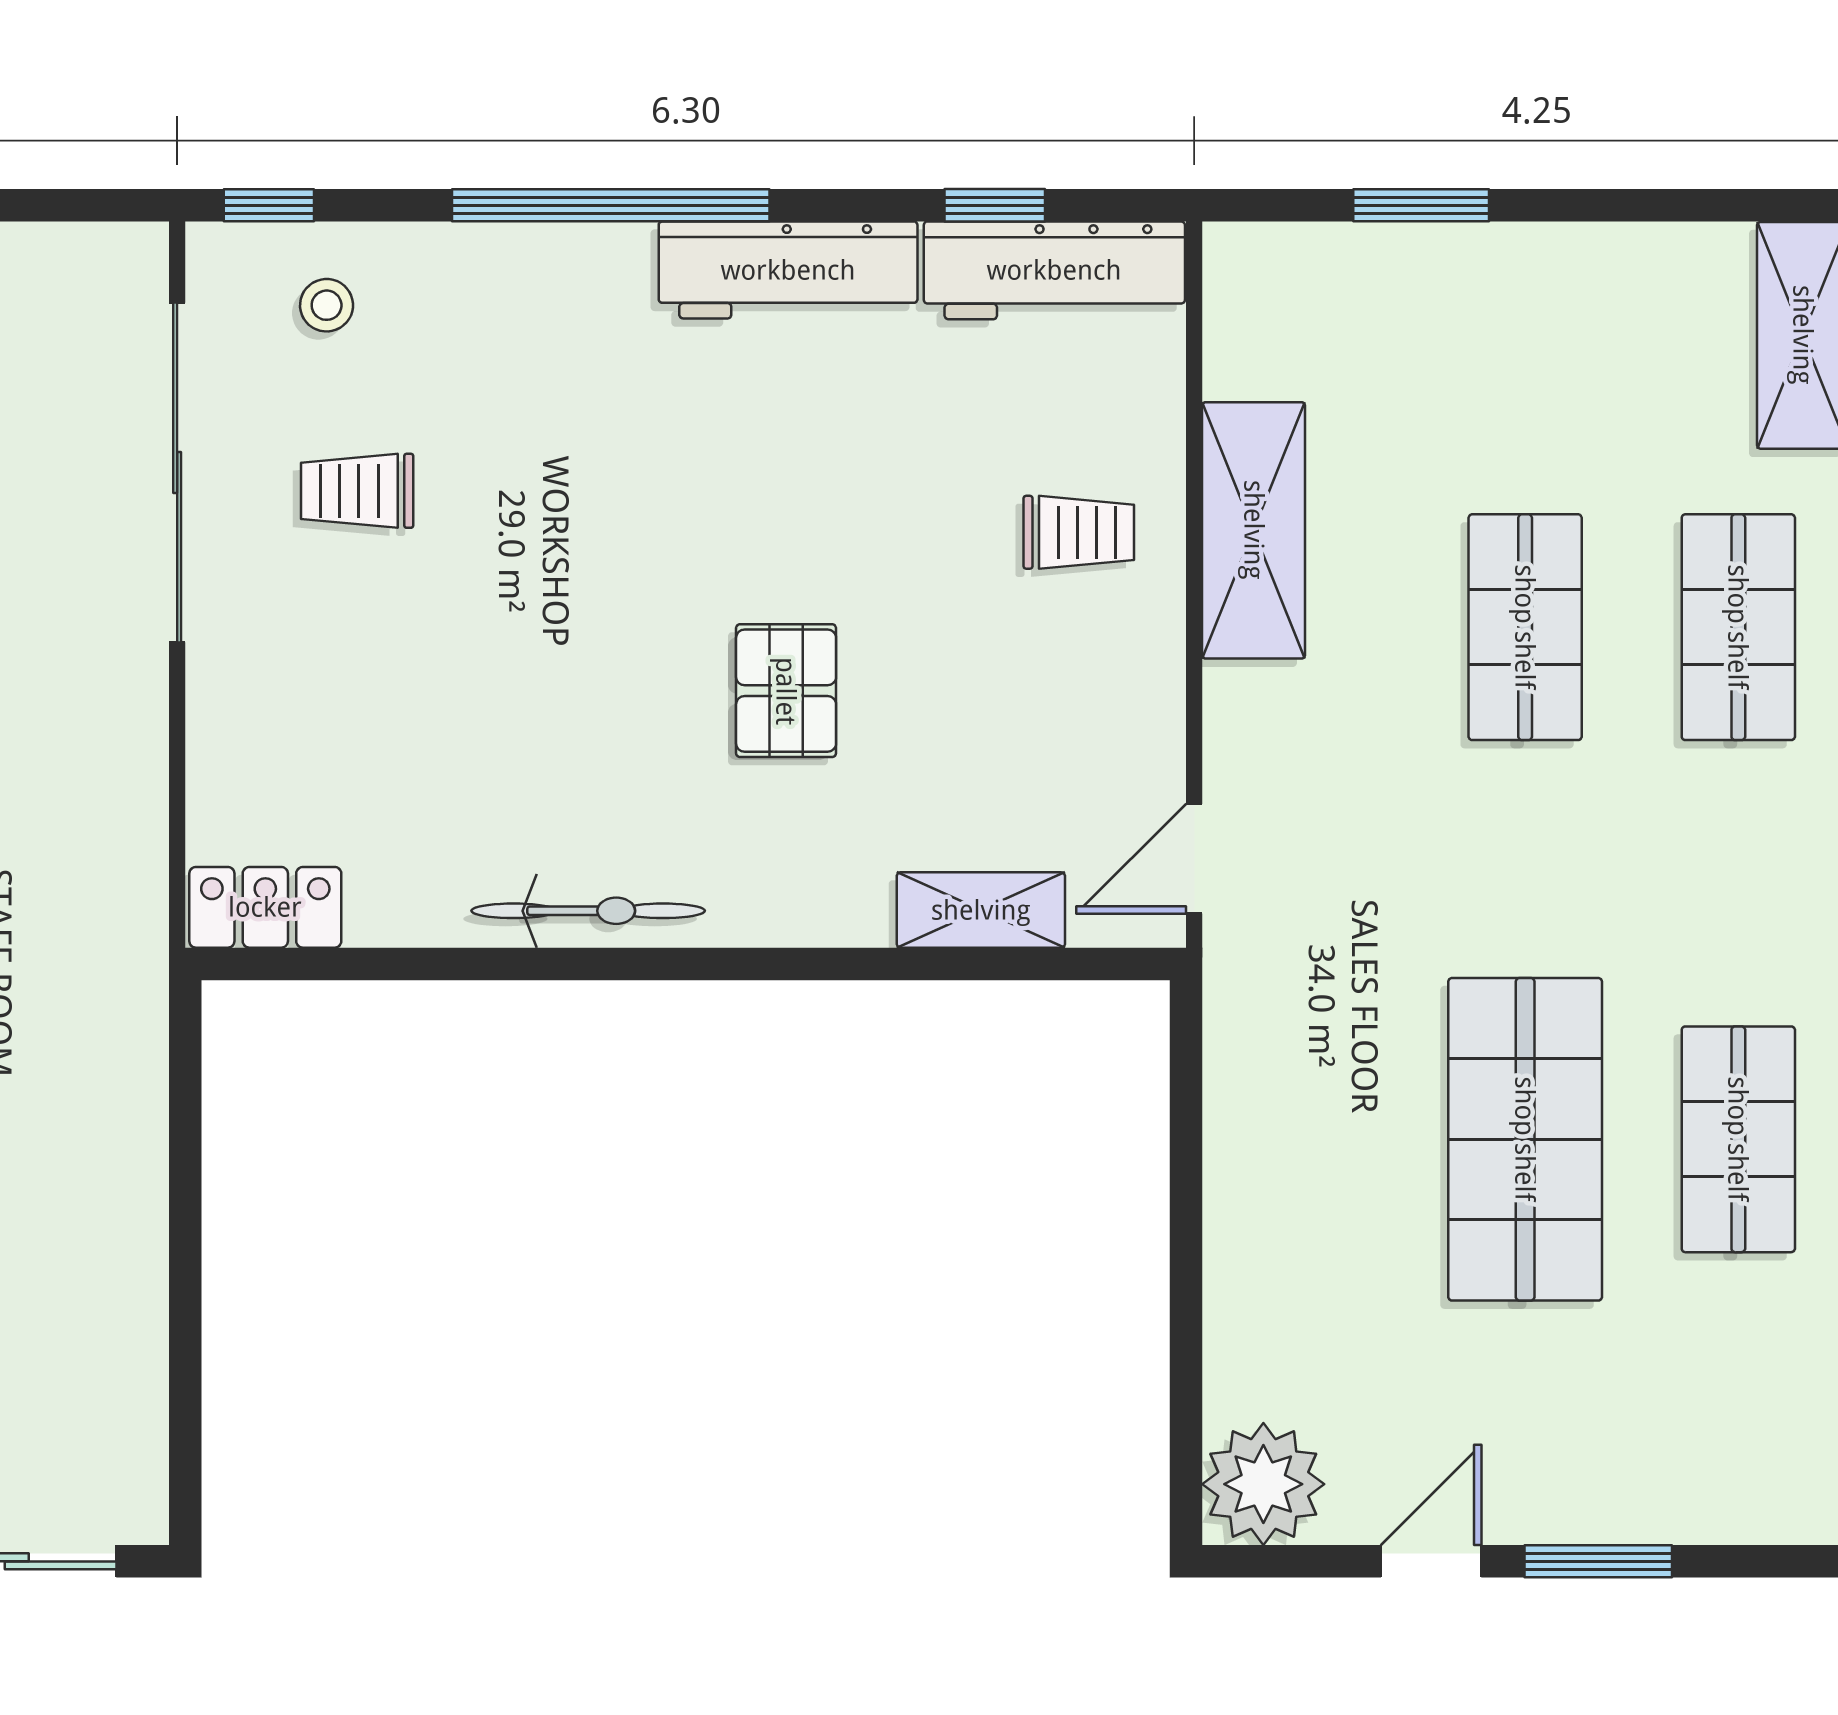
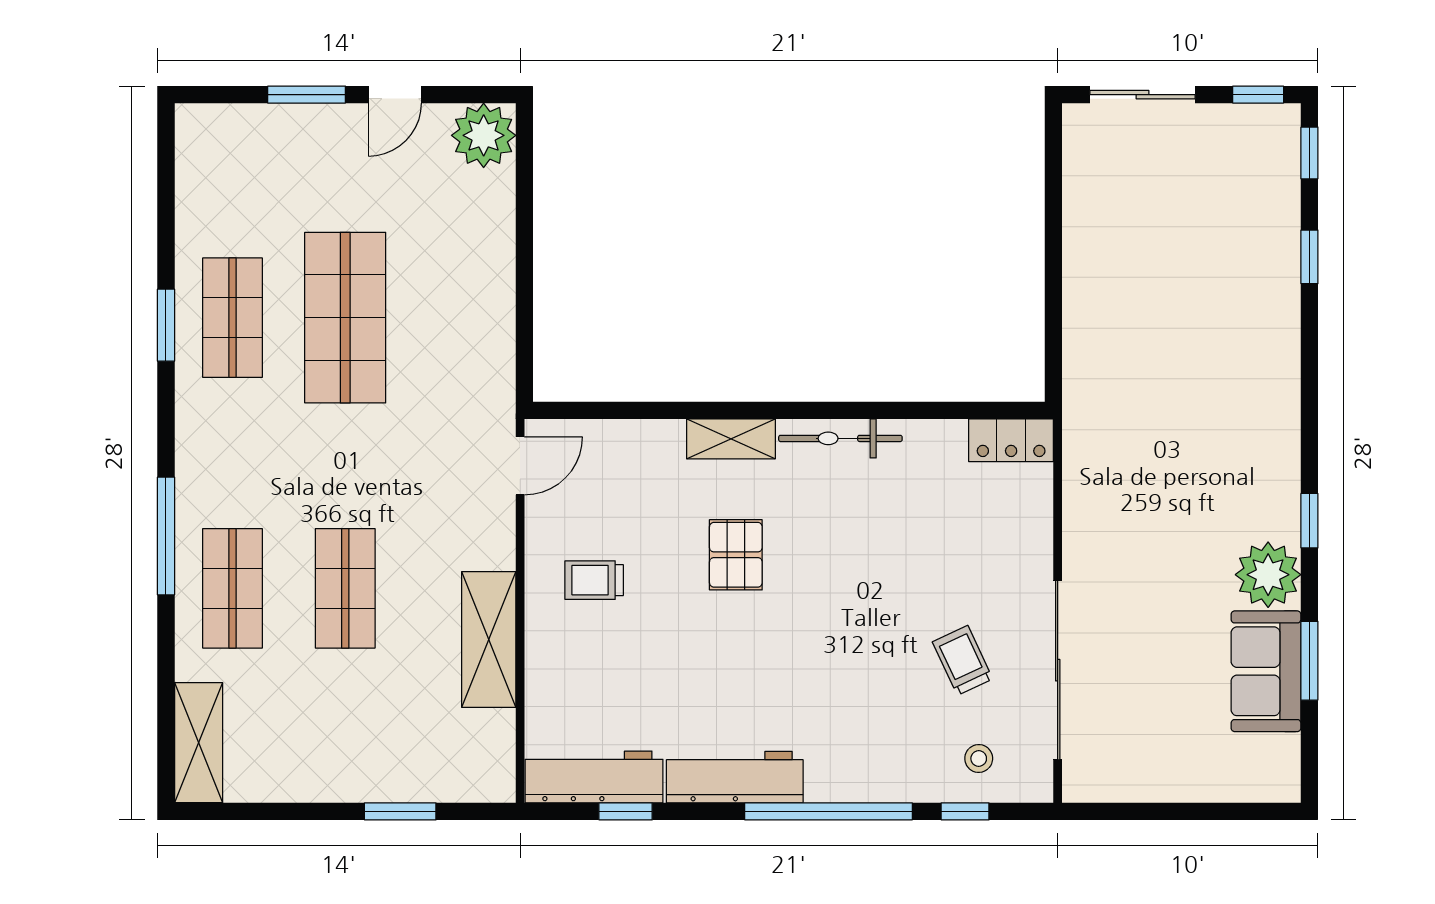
window: (269, 205) -> (965, 811), moved
trolley: (357, 491) -> (963, 660), turned -115
trolley: (1079, 532) -> (594, 580), moved
shelving: (981, 910) -> (731, 439), moved

